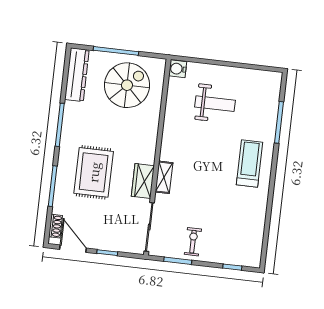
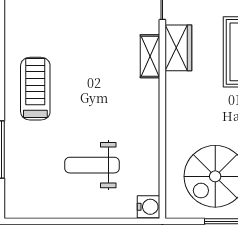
treadmill: (250, 163) -> (35, 89), turned 180

